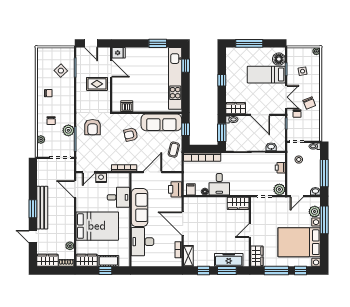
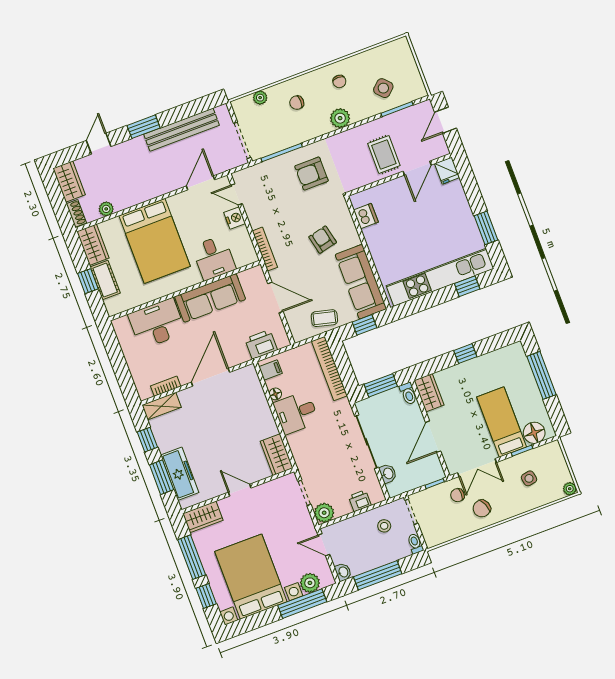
plant: (68, 130) -> (340, 118), moved
bench: (42, 208) -> (181, 130), moved

